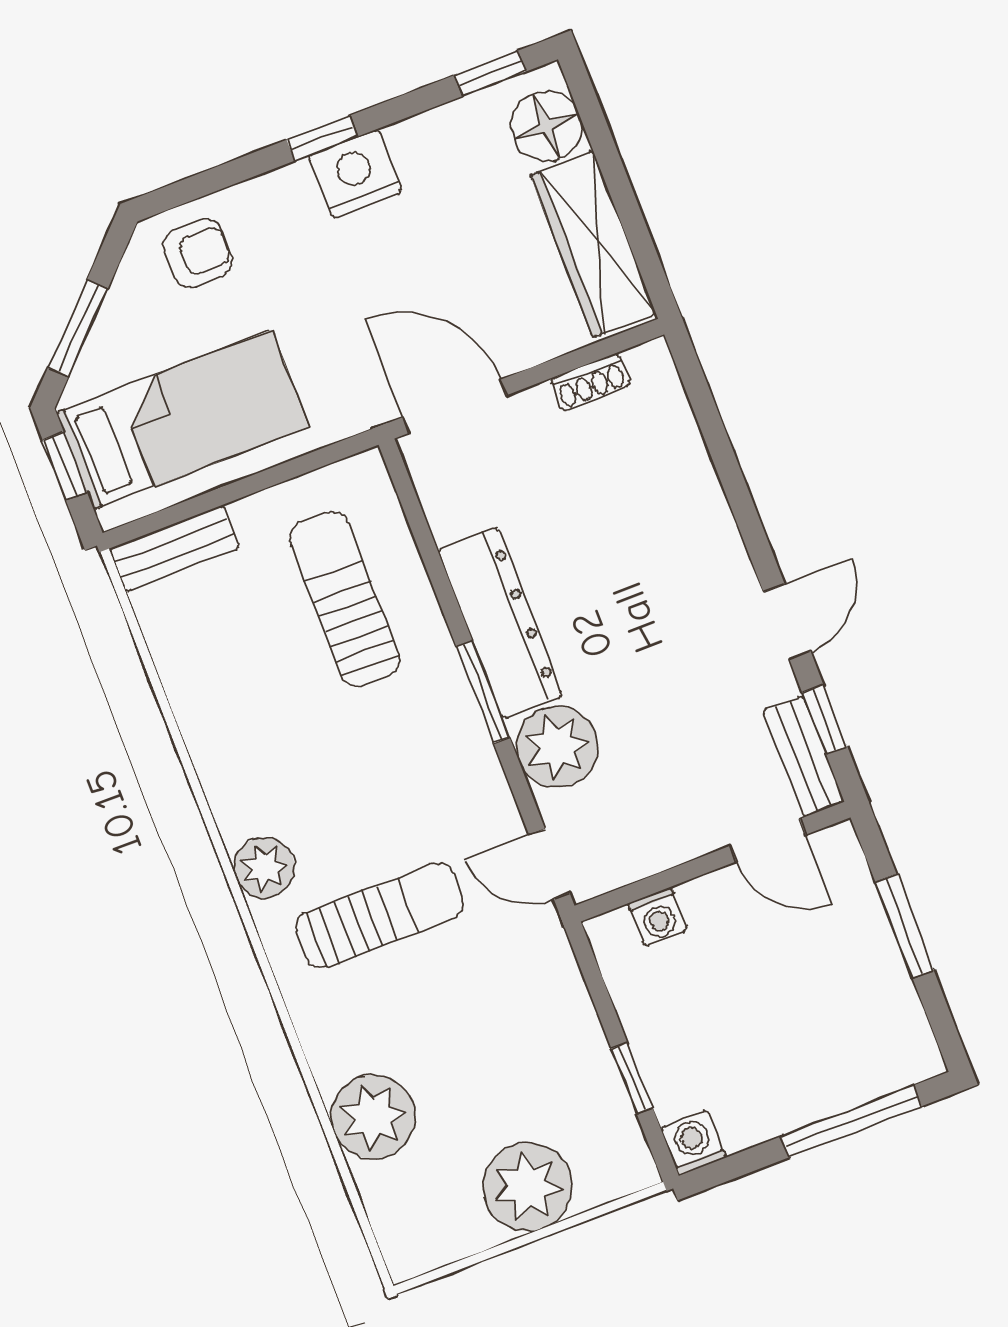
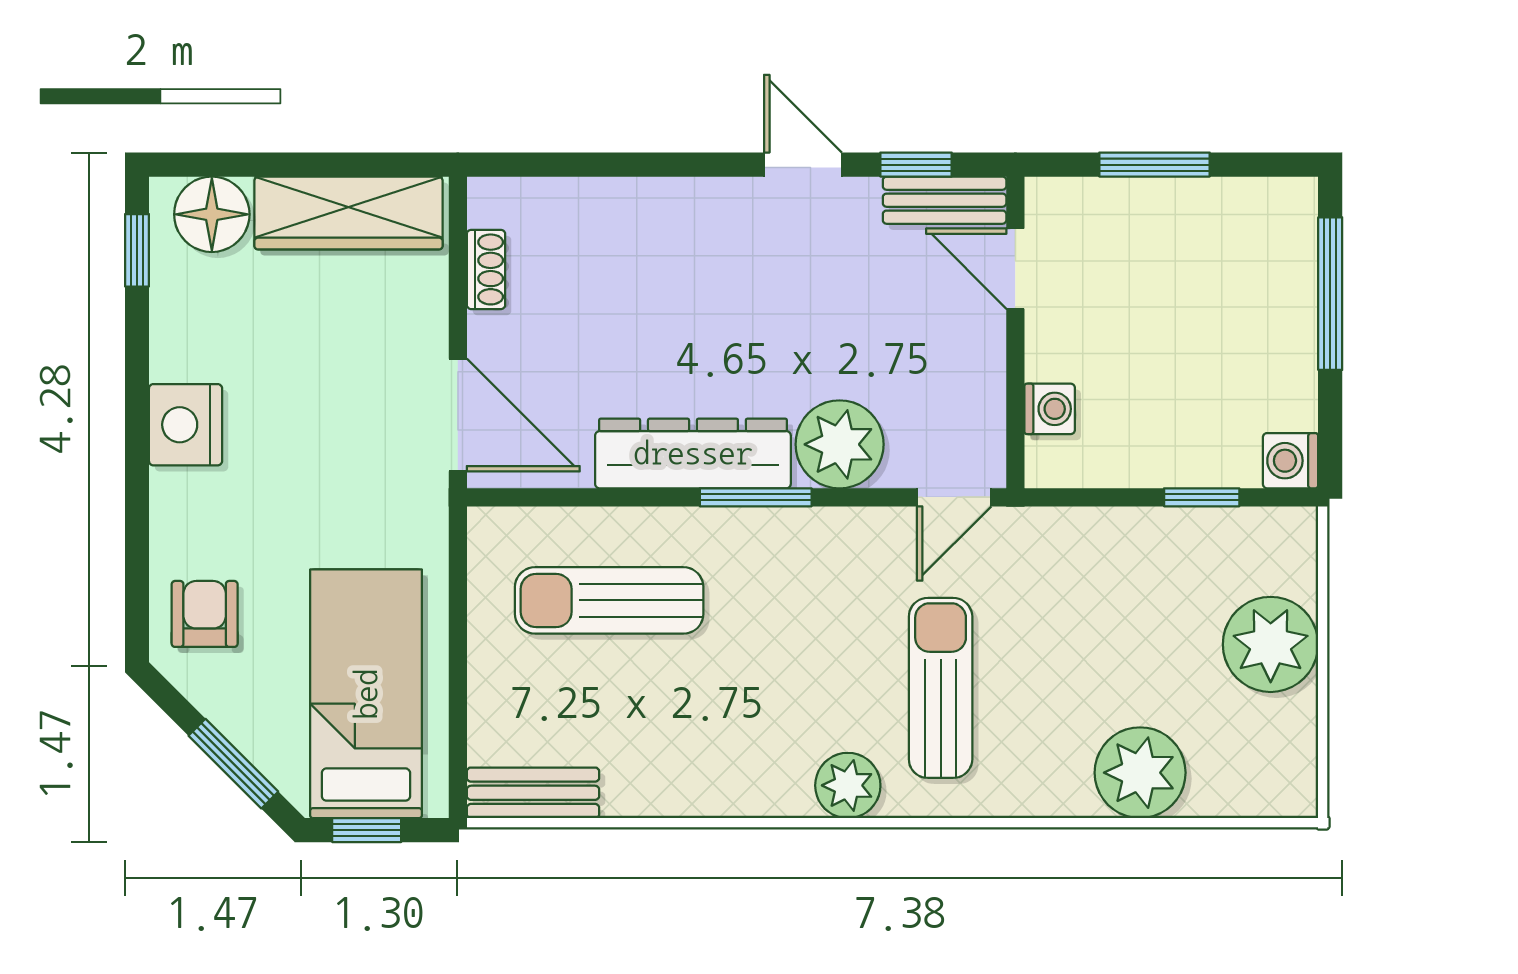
window: (322, 138) -> (137, 444), removed
door: (455, 406) -> (458, 415), swing flipped
bench: (174, 549) -> (533, 793), moved, turned 90
door: (768, 840) -> (1015, 269), swing flipped

